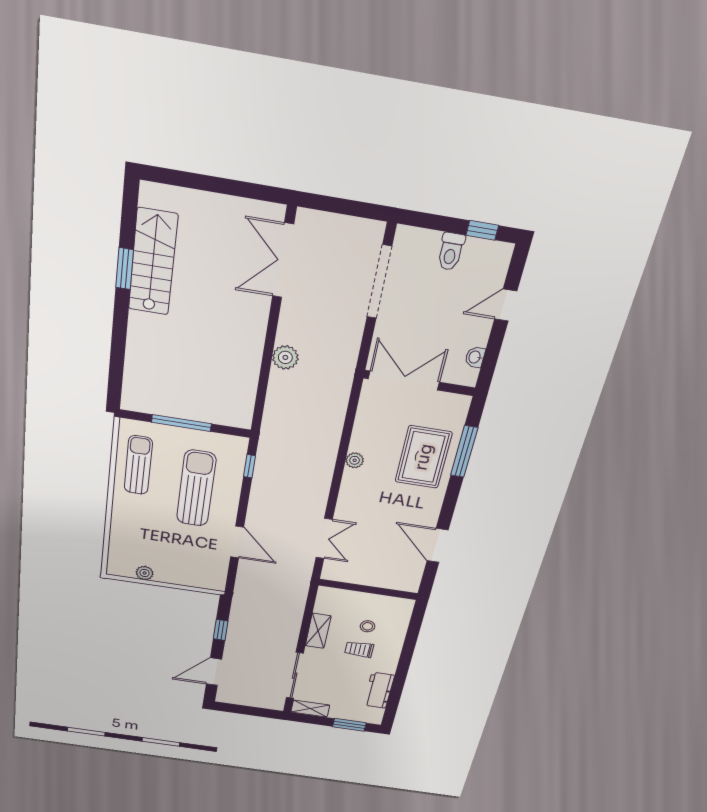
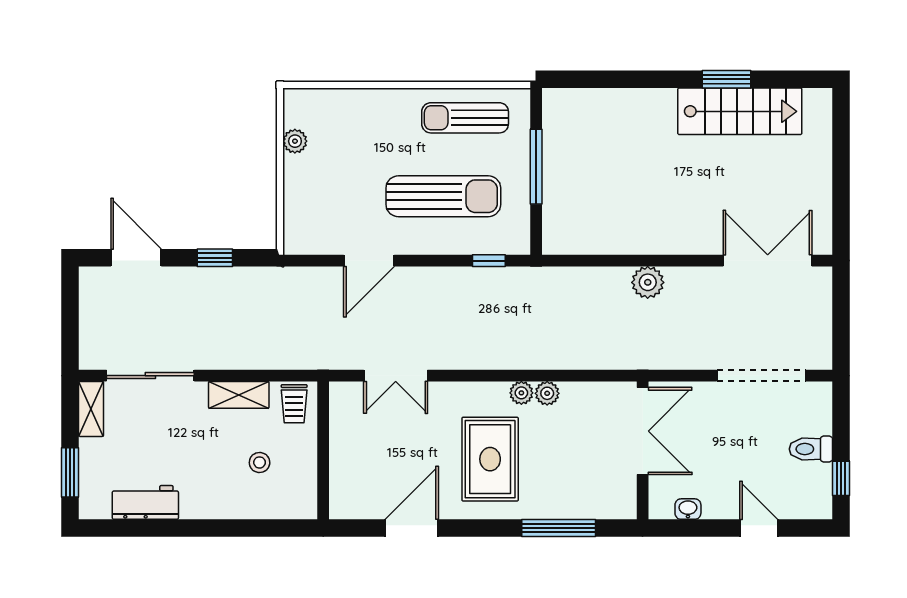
plant: (359, 443) -> (547, 393), added
rug: (423, 457) -> (490, 459), moved, turned 90
sun lounger: (138, 465) -> (465, 118), turned 180
trolley: (359, 649) -> (294, 404), moved, turned 180

